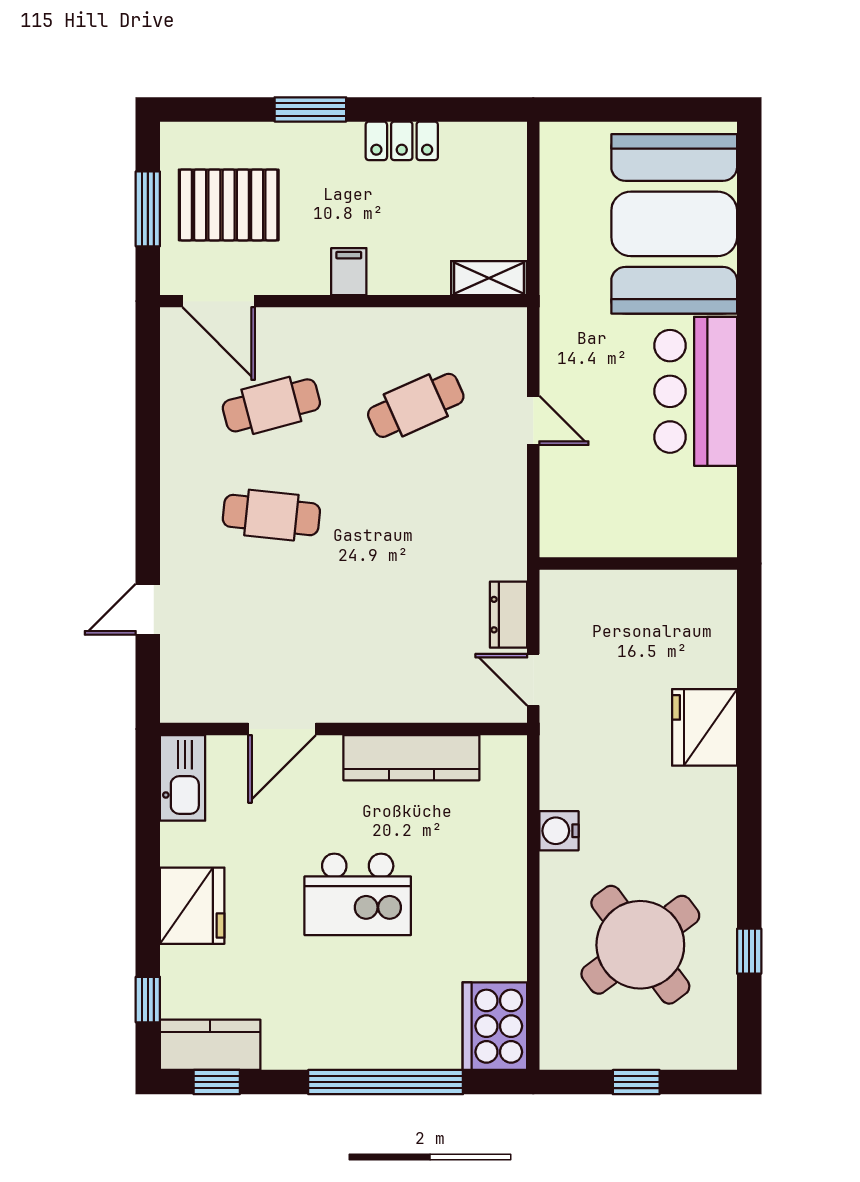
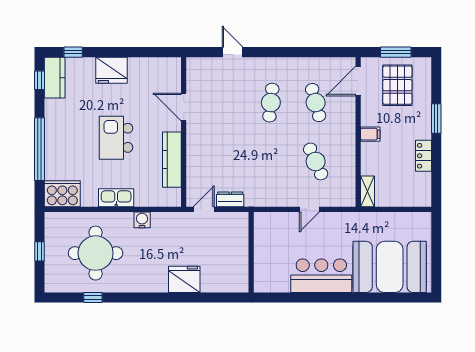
kitchen sink: (183, 778) -> (116, 198), moved, turned 180
round table: (640, 945) -> (96, 253), turned 37

